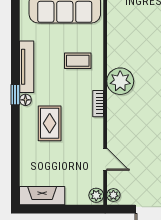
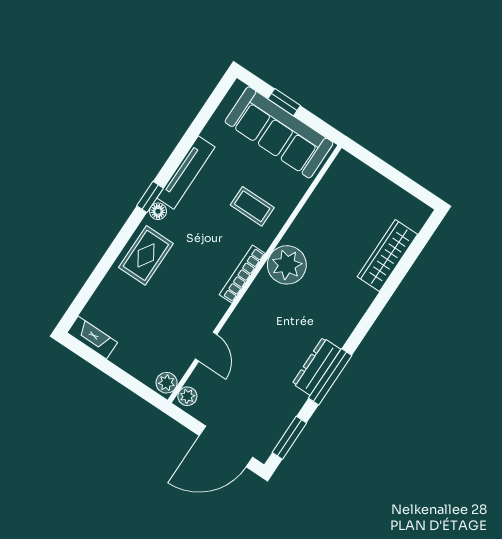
bookcase: (98, 104) -> (242, 274), width x1.56
rug: (50, 123) -> (146, 255), moved
fireplace: (42, 196) -> (92, 338), width x0.73, depth x0.76

